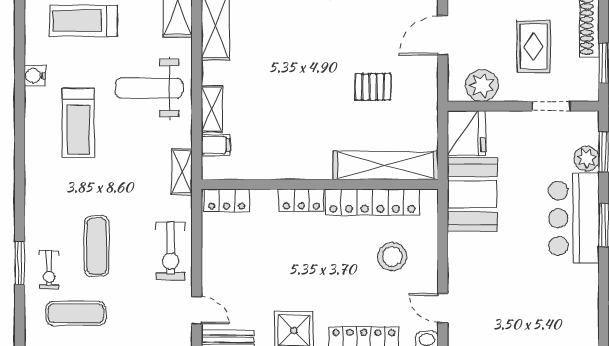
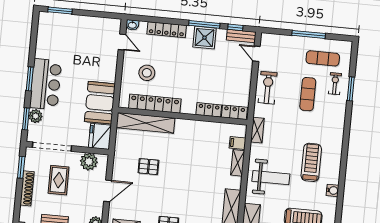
doorway: (551, 106) -> (52, 147), width x1.88
locker: (301, 200) -> (209, 110), moved

